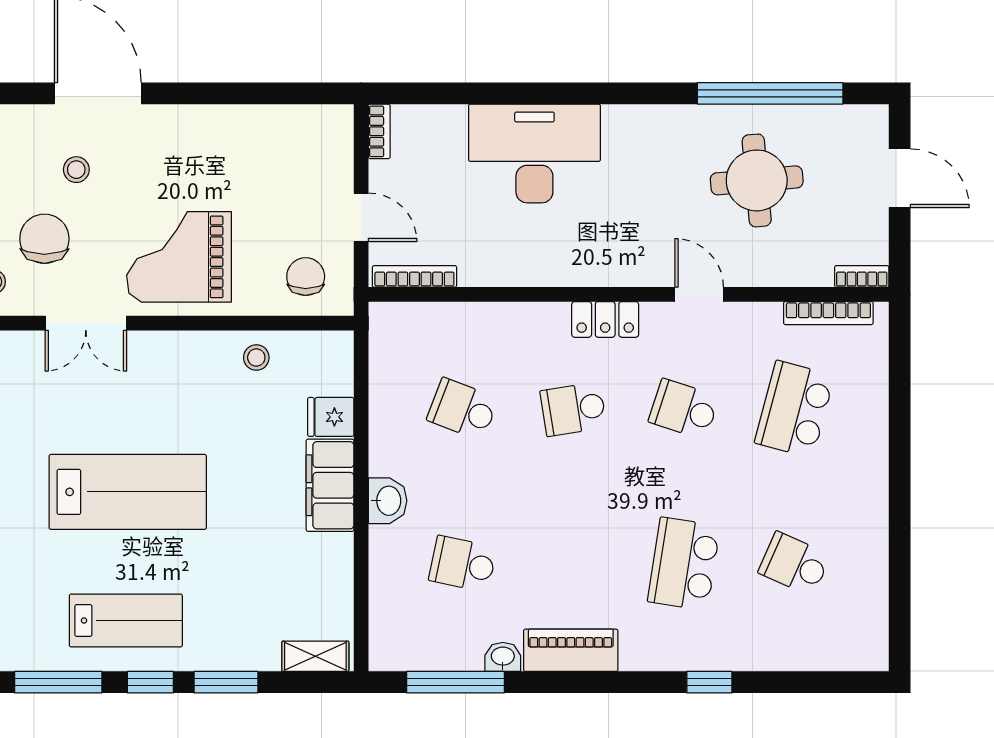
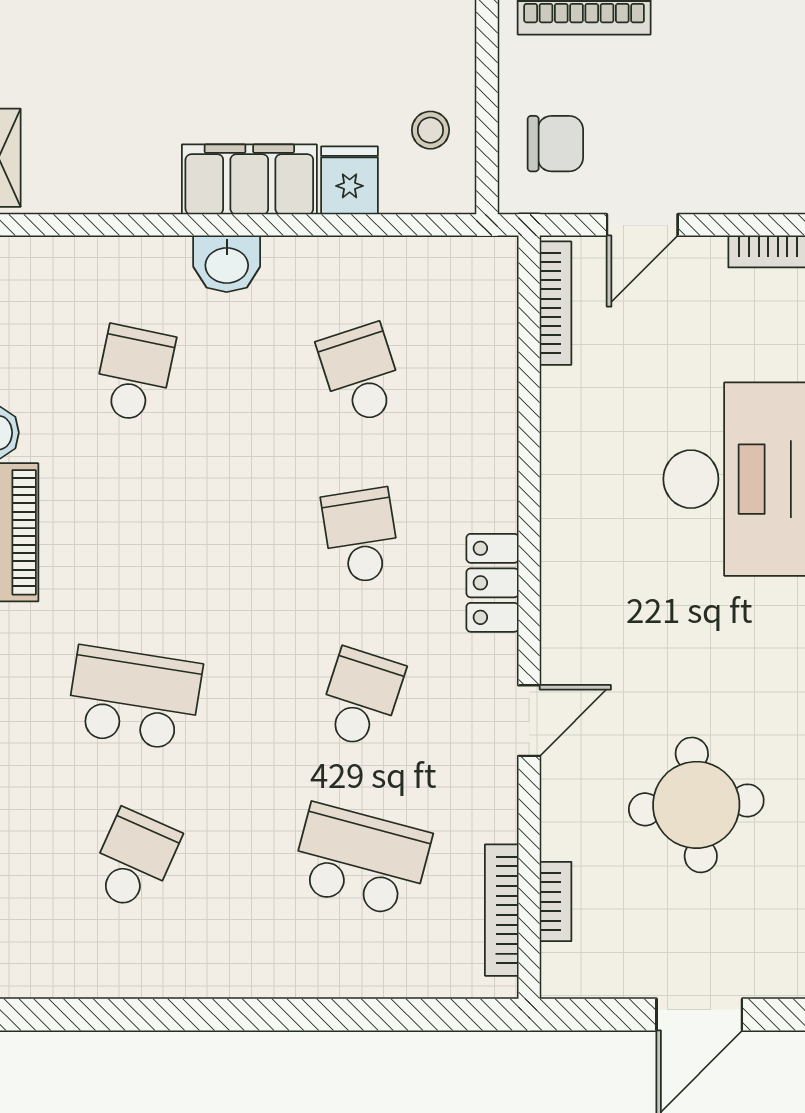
bookcase: (862, 276) -> (556, 902), moved
stool: (256, 357) -> (430, 130), moved
school desk: (463, 409) -> (361, 374), turned -39

